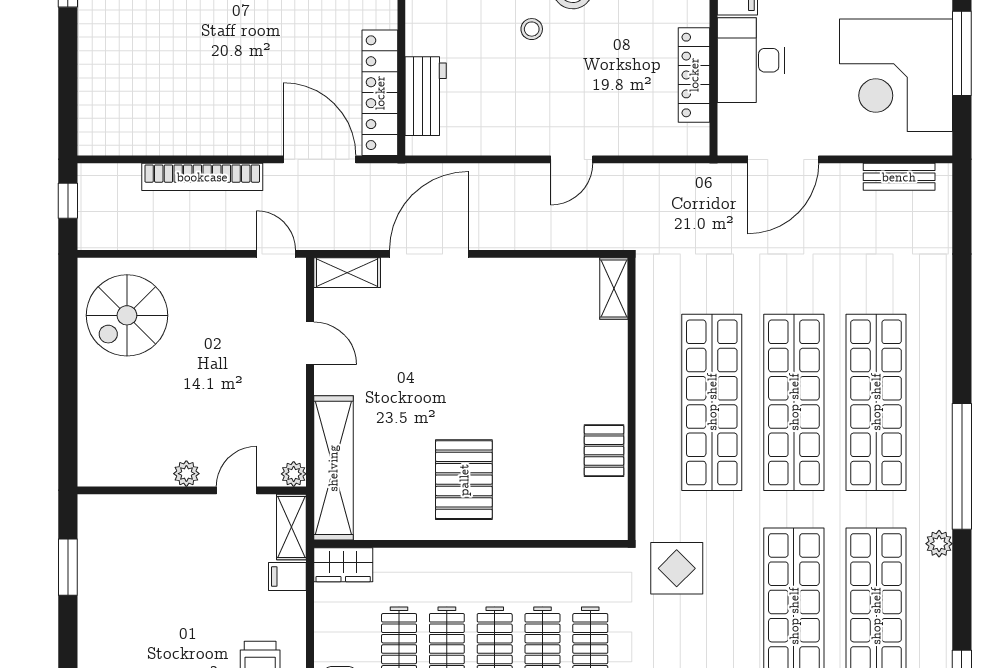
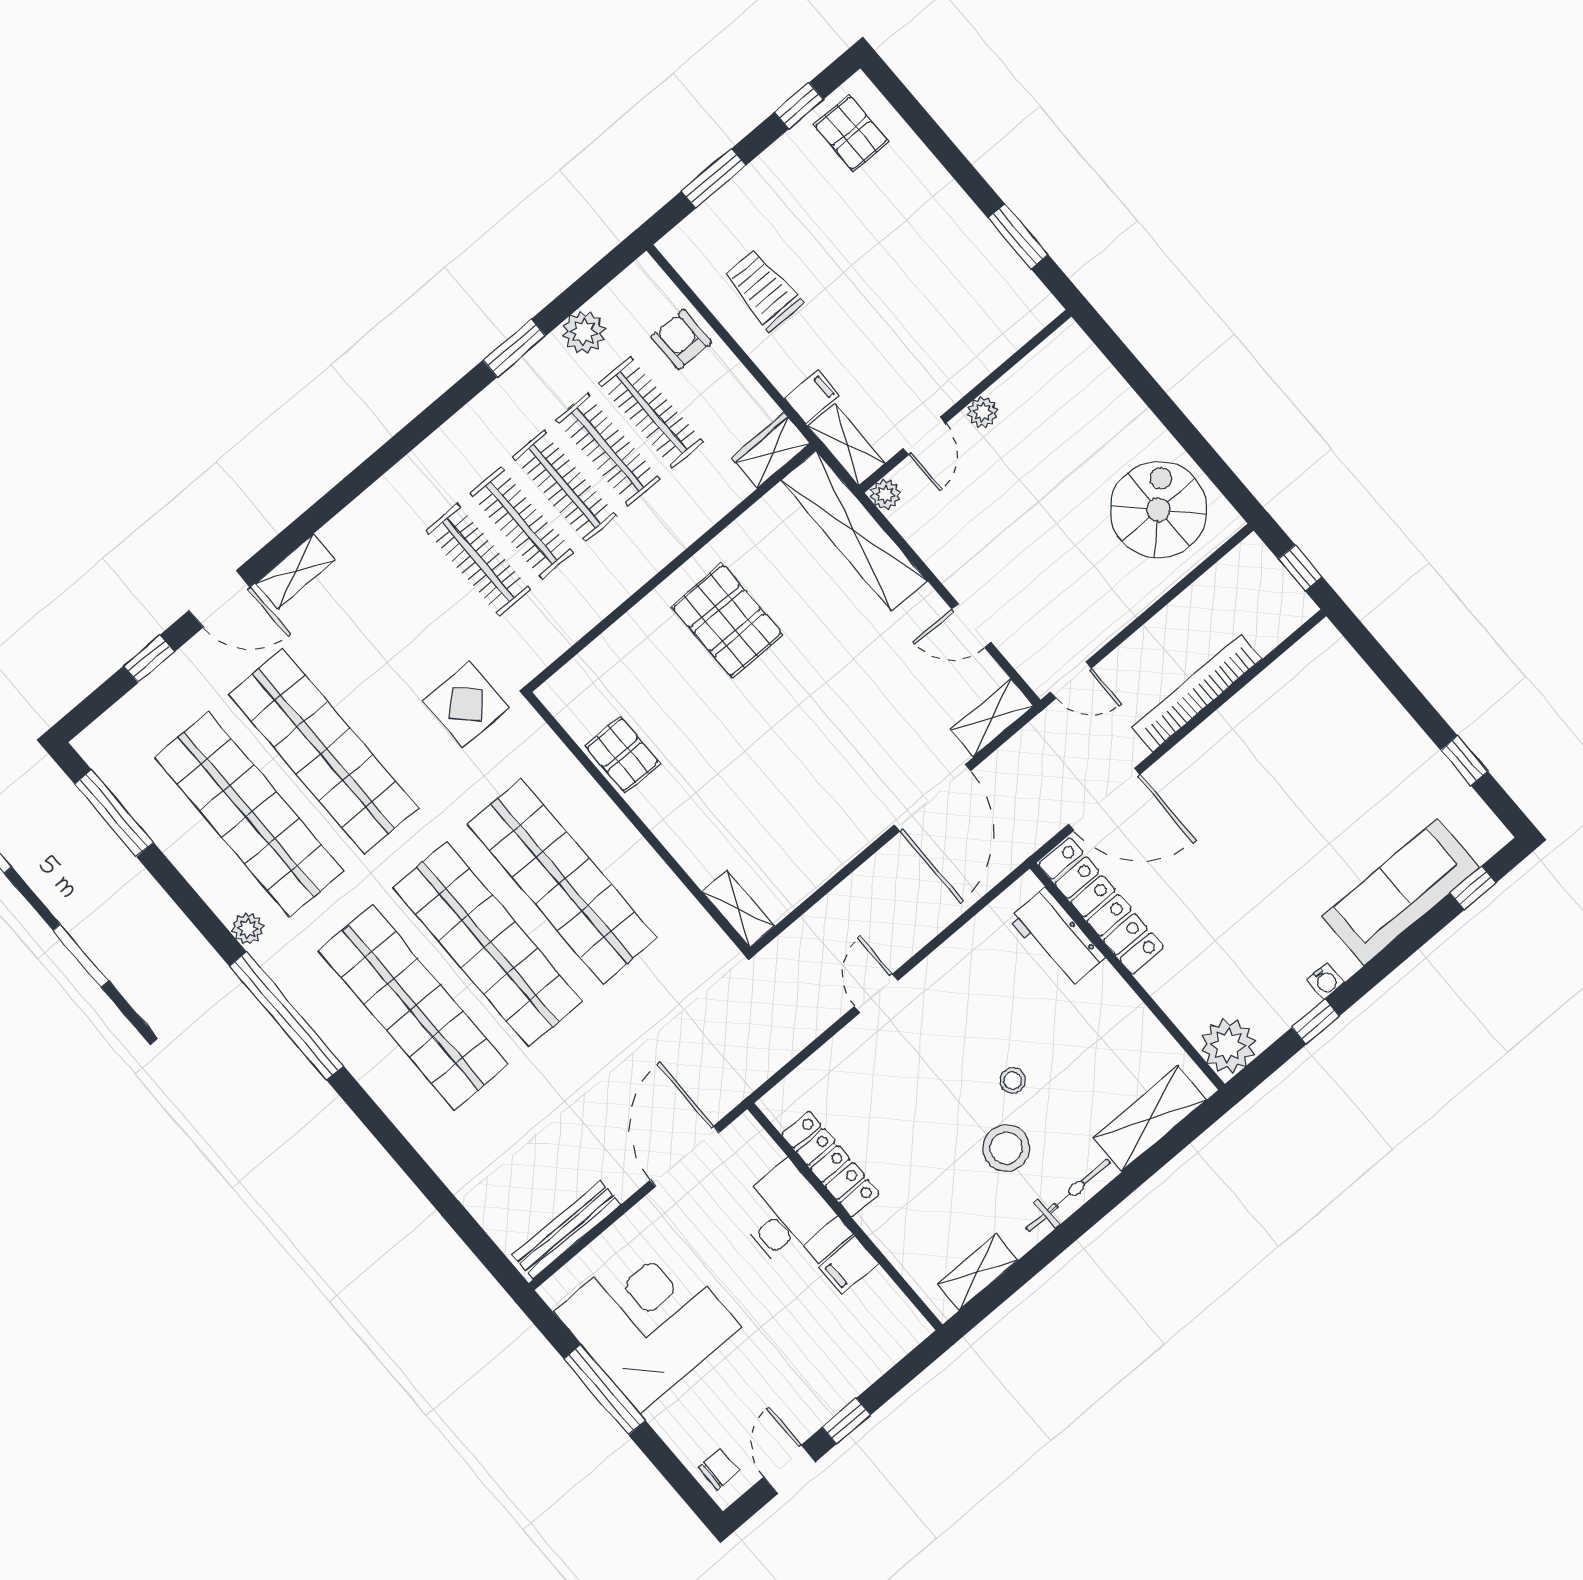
bench: (899, 177) -> (566, 1230), width x1.36

